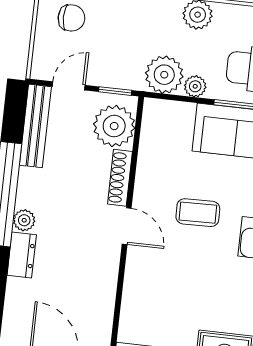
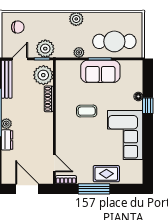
plant: (164, 75) -> (45, 49), moved
door: (127, 226) -> (54, 163), moved

